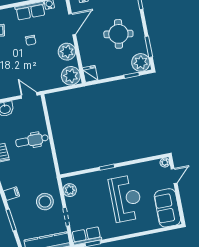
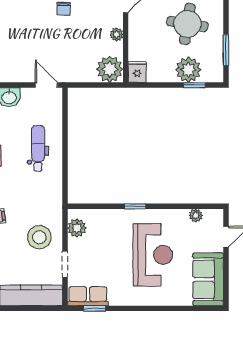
plant: (67, 52) -> (117, 34), width x0.53, depth x0.53
plant: (141, 62) -> (188, 70), moved
dental chair: (32, 140) -> (38, 148), turned 90
plant: (165, 162) -> (196, 215), moved

